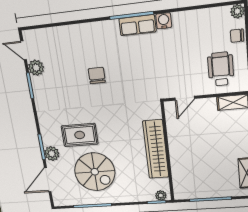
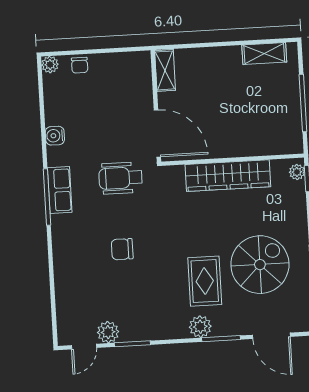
water cooler: (164, 21) -> (55, 136), moved
wheelchair: (221, 69) -> (121, 178), moved
door: (185, 98) -> (157, 133), width x1.87
plant: (52, 154) -> (200, 327), moved

